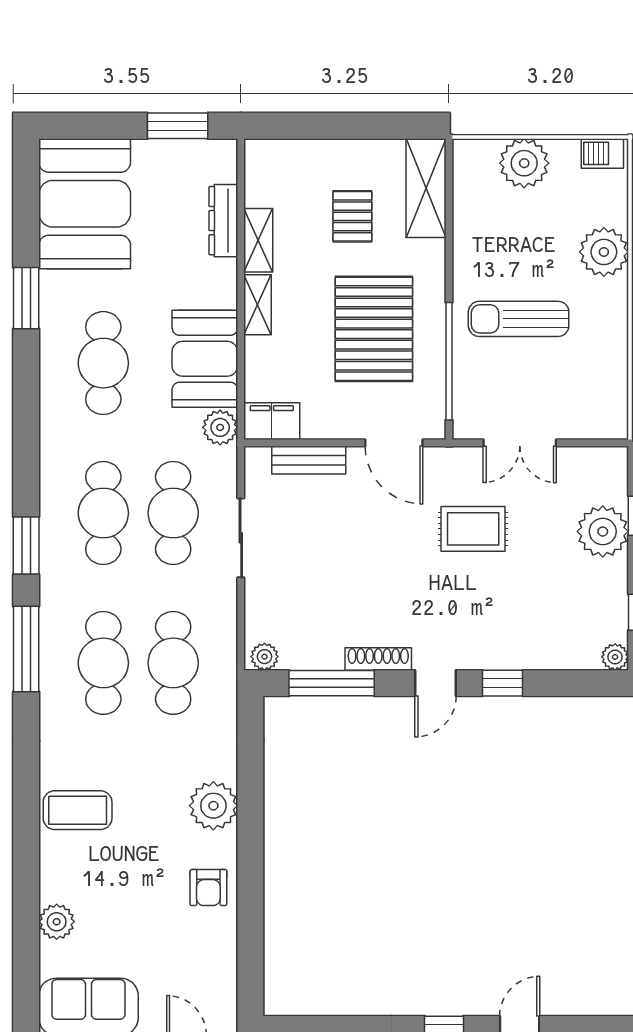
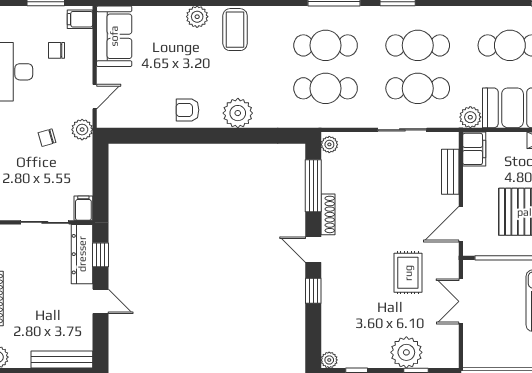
plant: (57, 922) -> (197, 17), moved

